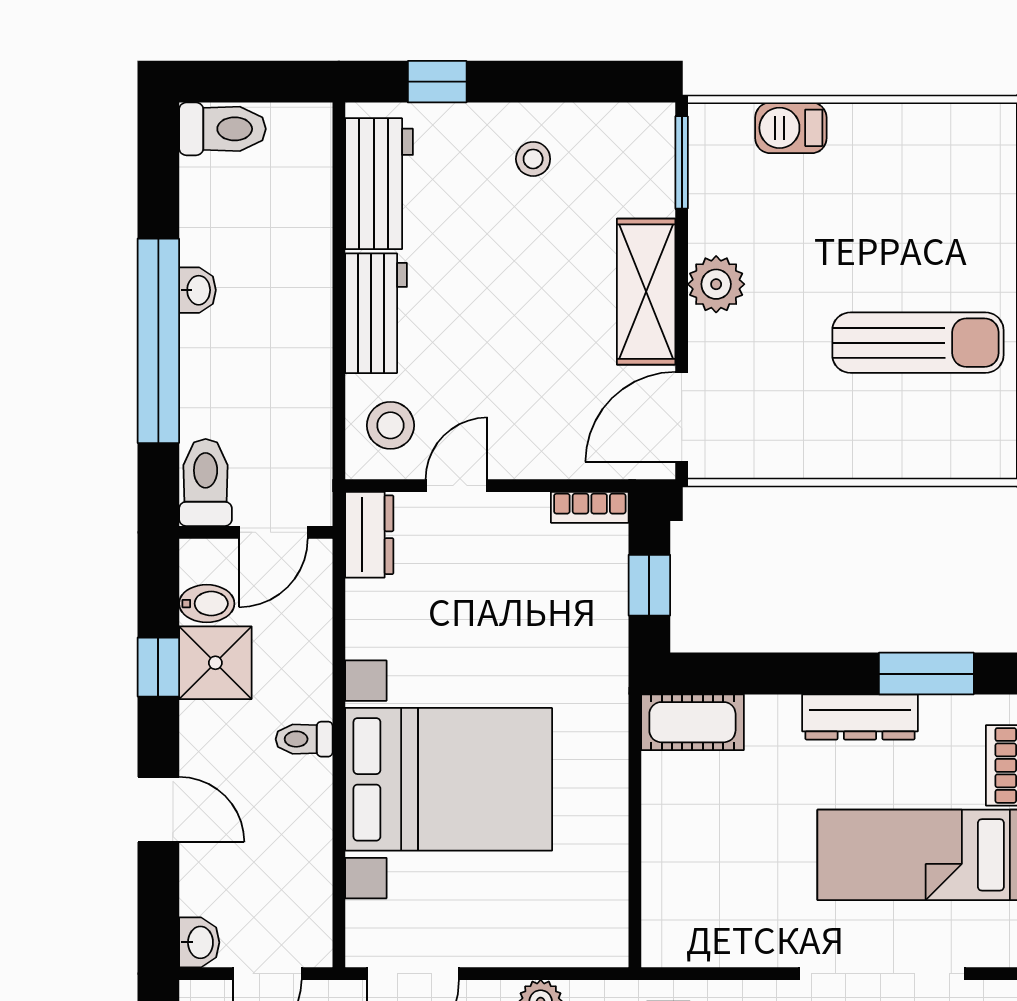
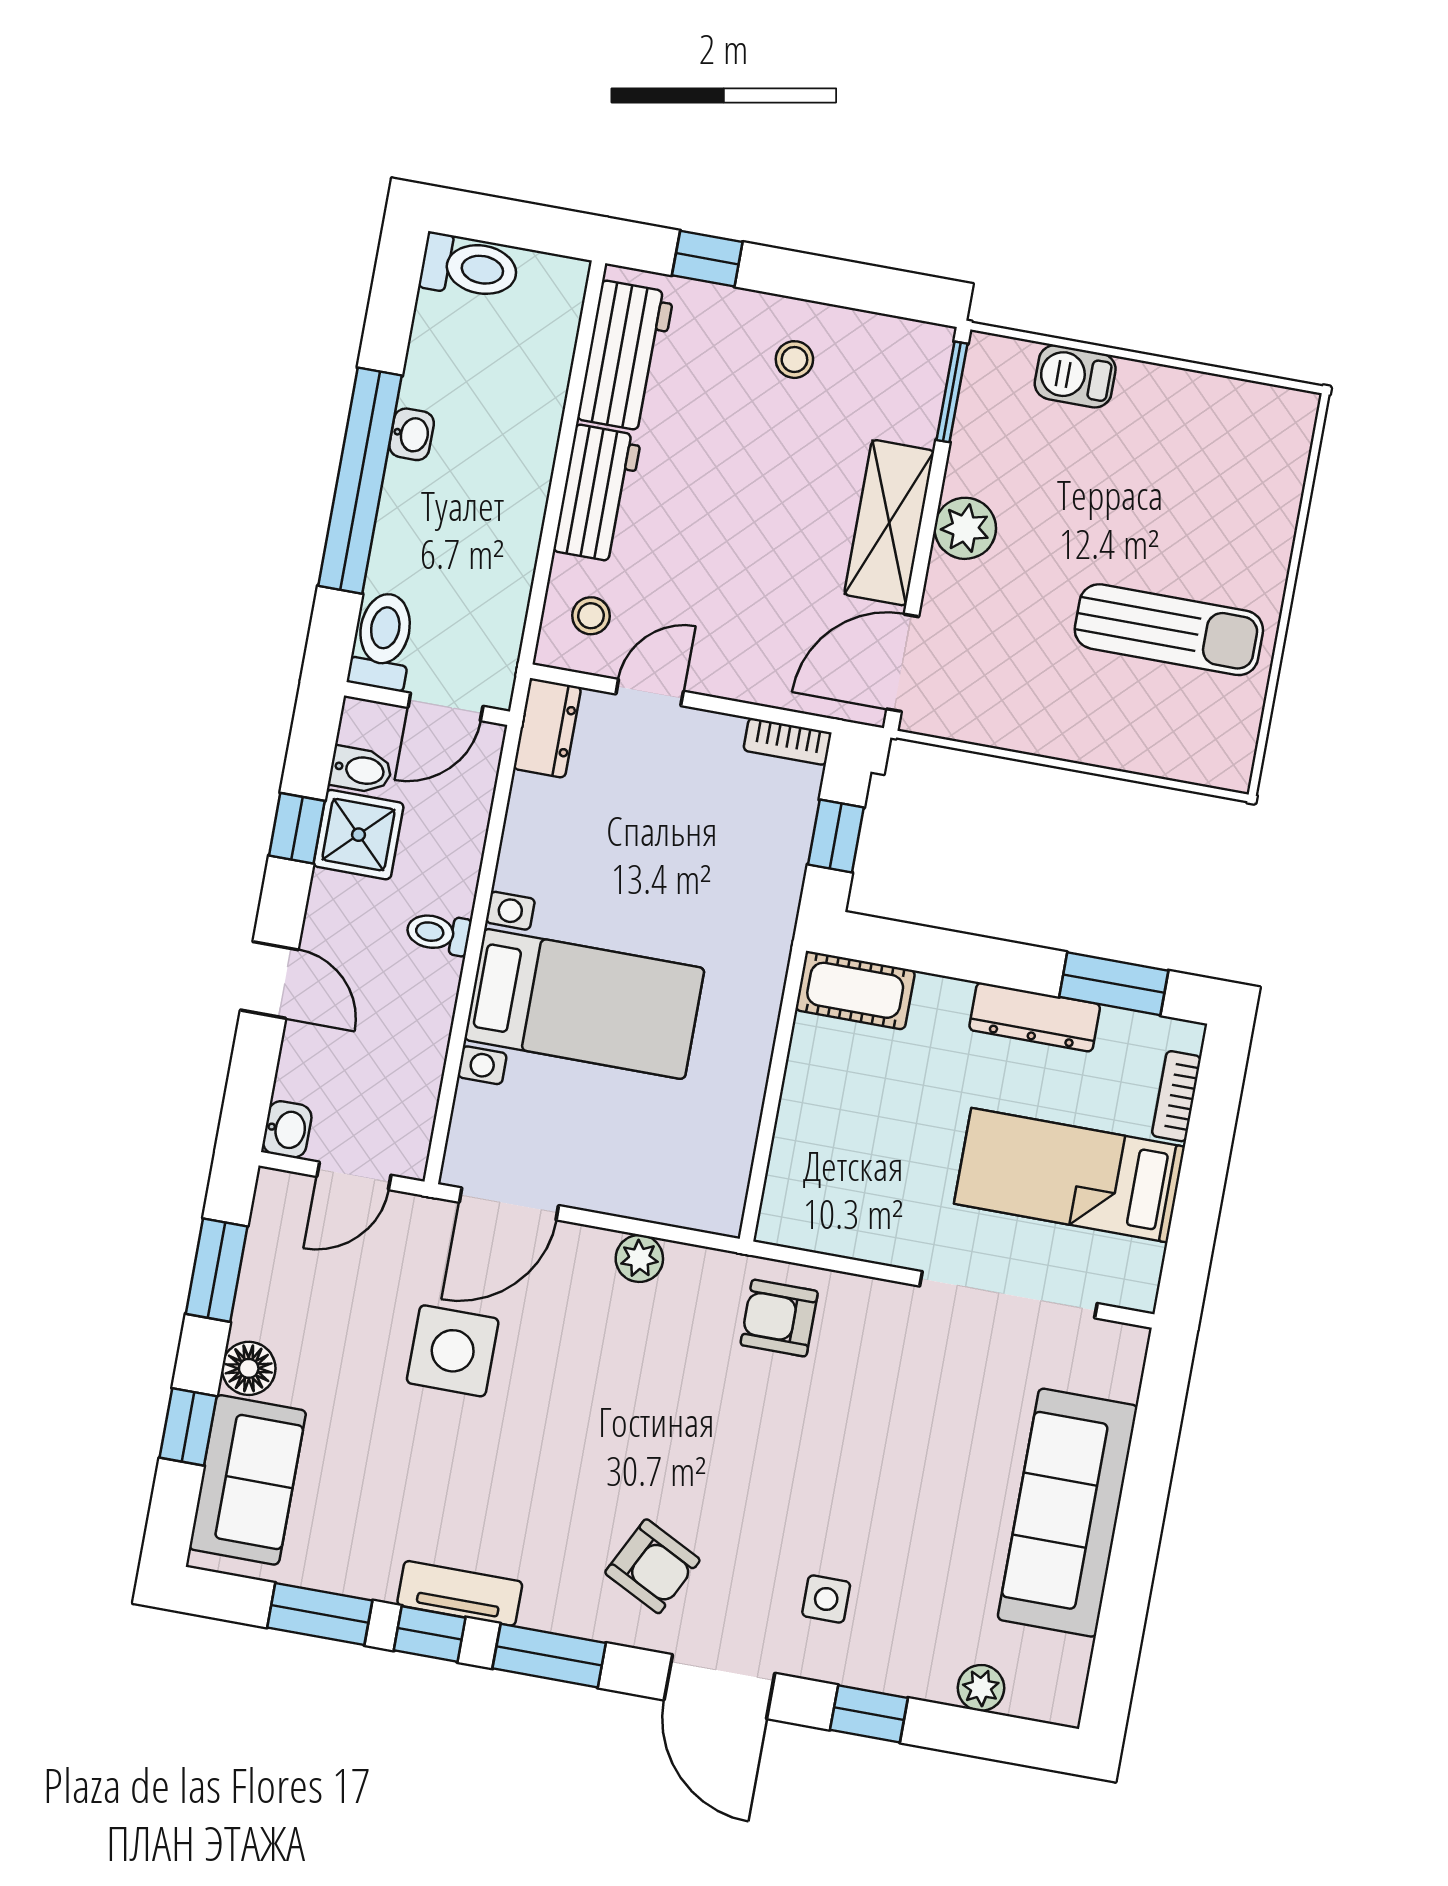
stool: (390, 425) -> (591, 616), width x0.73, depth x0.73
bed with nightstands: (449, 779) -> (584, 1004), width x0.73

